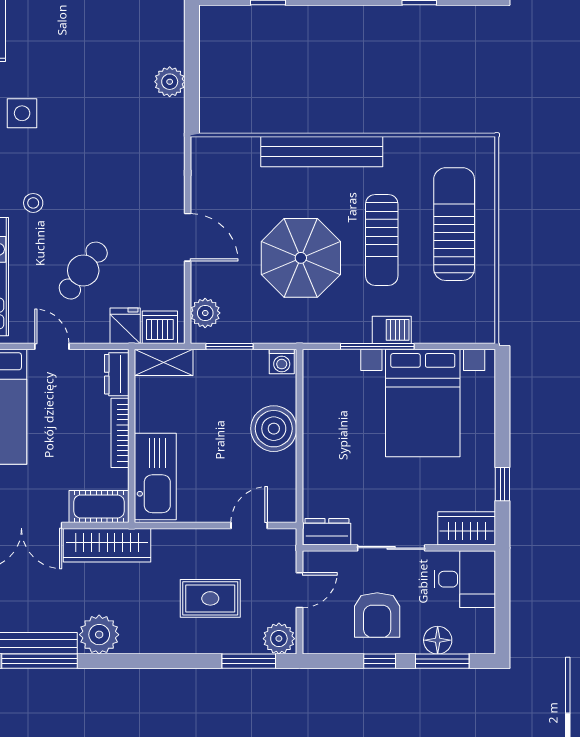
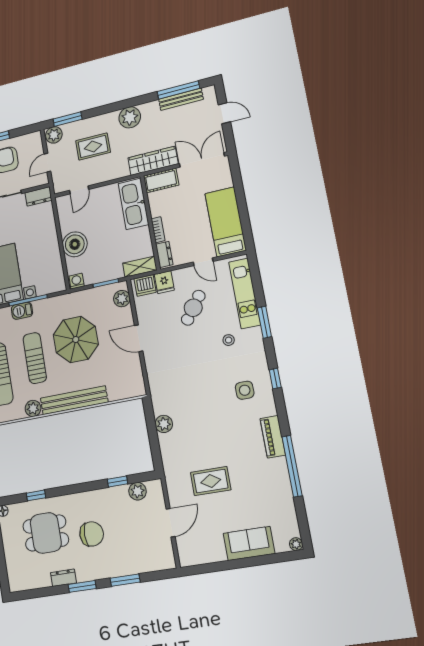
plant: (400, 151) -> (33, 408), added
bookcase: (120, 433) -> (158, 230), width x0.64
plant: (99, 635) -> (130, 117), moved

